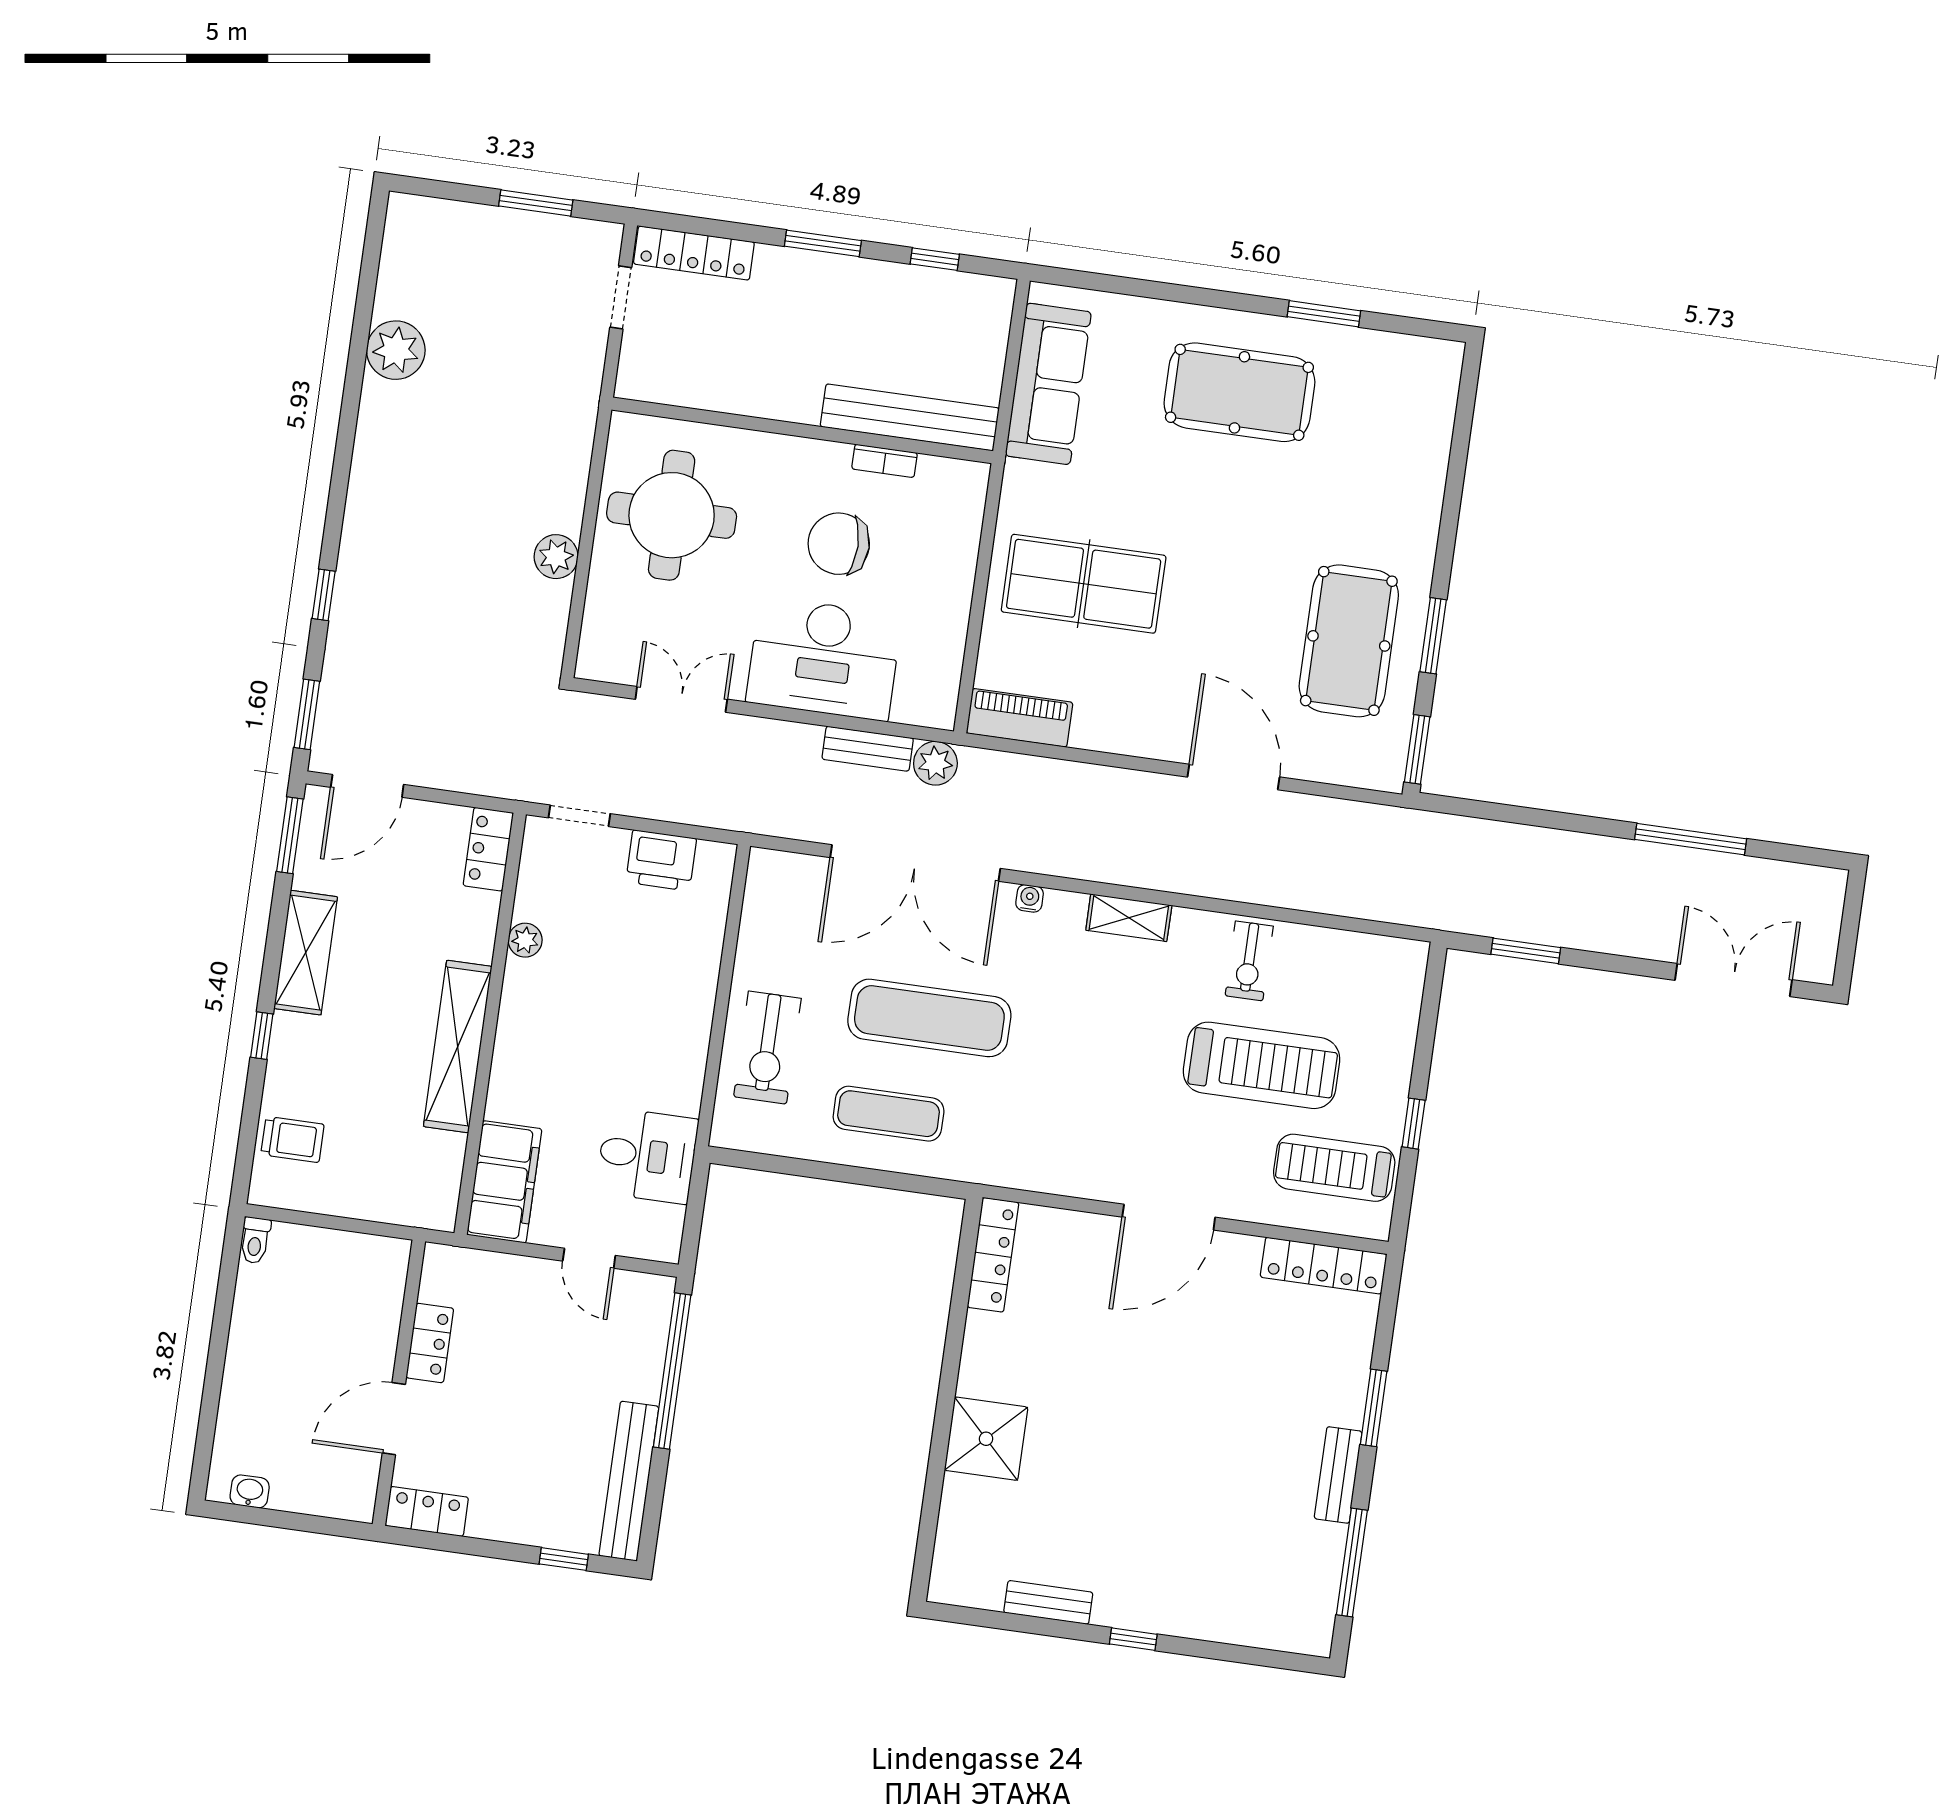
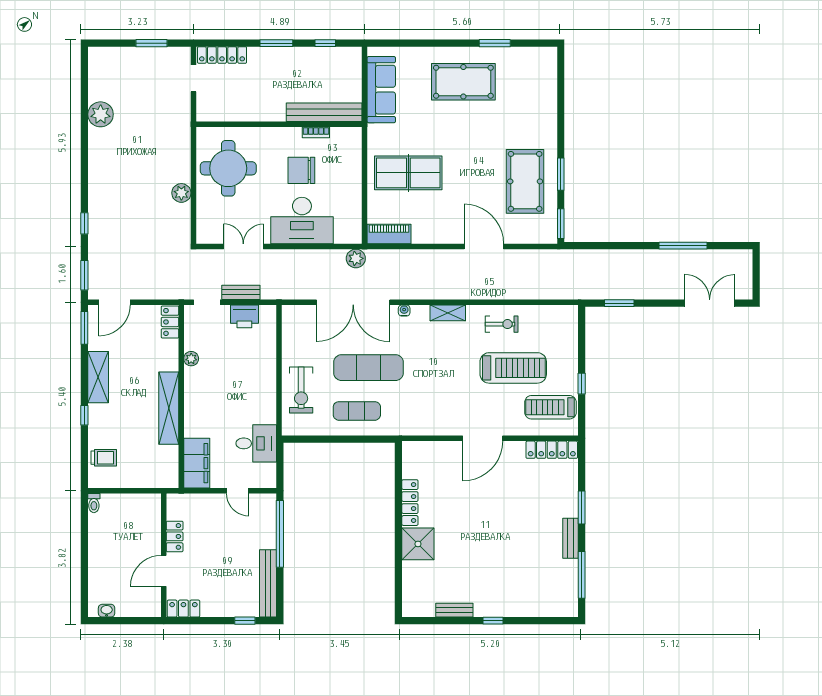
bench: (868, 749) -> (241, 292), moved
exercise bike: (1249, 961) -> (502, 324), turned -90
locker: (993, 1255) -> (410, 503), moved

